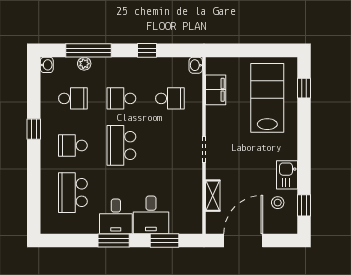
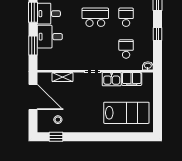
window: (304, 88) -> (133, 137), removed
school desk: (170, 98) -> (126, 49), turned 180
kitchen sink: (287, 175) -> (112, 79), moved, turned 180

